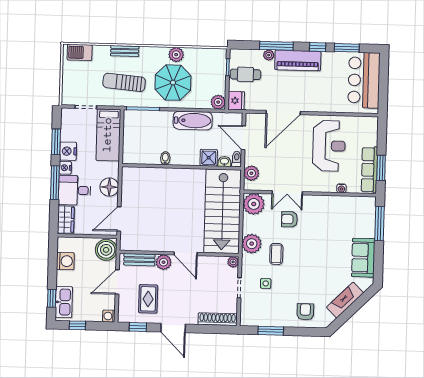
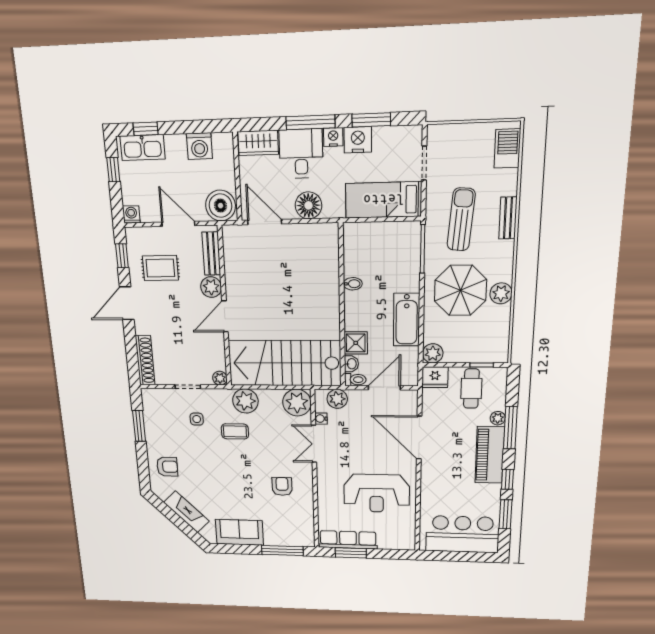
water cooler: (341, 188) -> (321, 419), moved
armchair: (289, 219) -> (282, 486), moved

